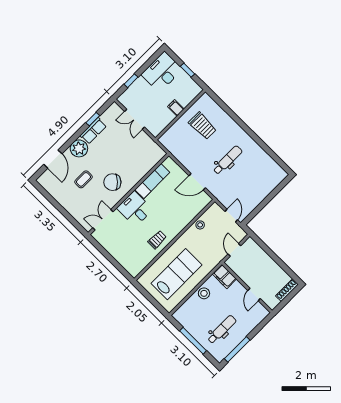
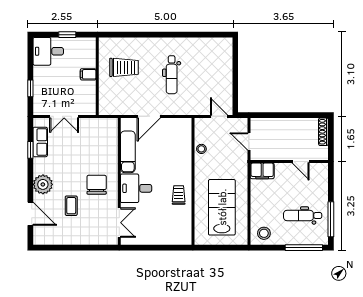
desk: (162, 72) -> (48, 51), width x0.73
row of seats: (93, 131) -> (40, 142), moved
dental chair: (228, 160) -> (172, 75), turned 180
chair: (112, 182) -> (97, 185), turned 136
door: (197, 182) -> (149, 116), moved
double door: (103, 220) -> (119, 223), swing flipped
stool: (204, 293) -> (264, 233), moved
dental chair: (222, 330) -> (303, 215), turned -90
window: (193, 341) -> (304, 248), moved

